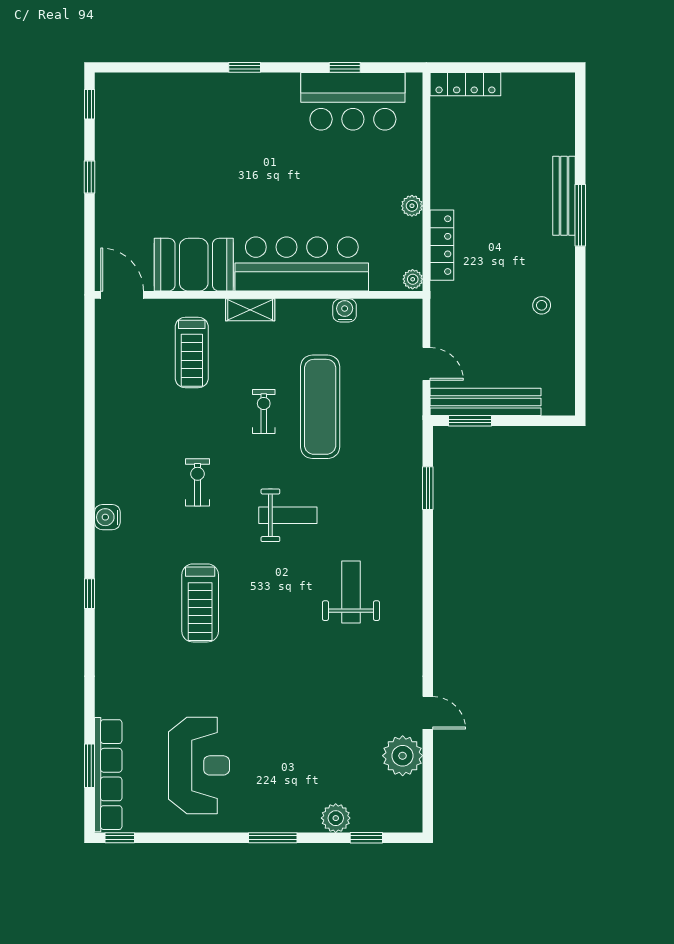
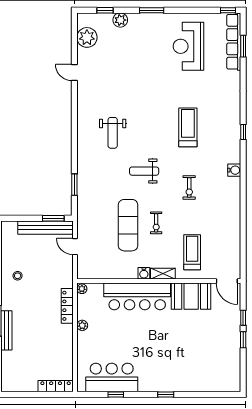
window: (90, 104) -> (243, 318), moved
water cooler: (345, 310) -> (144, 273), moved
plant: (403, 756) -> (87, 37), moved

